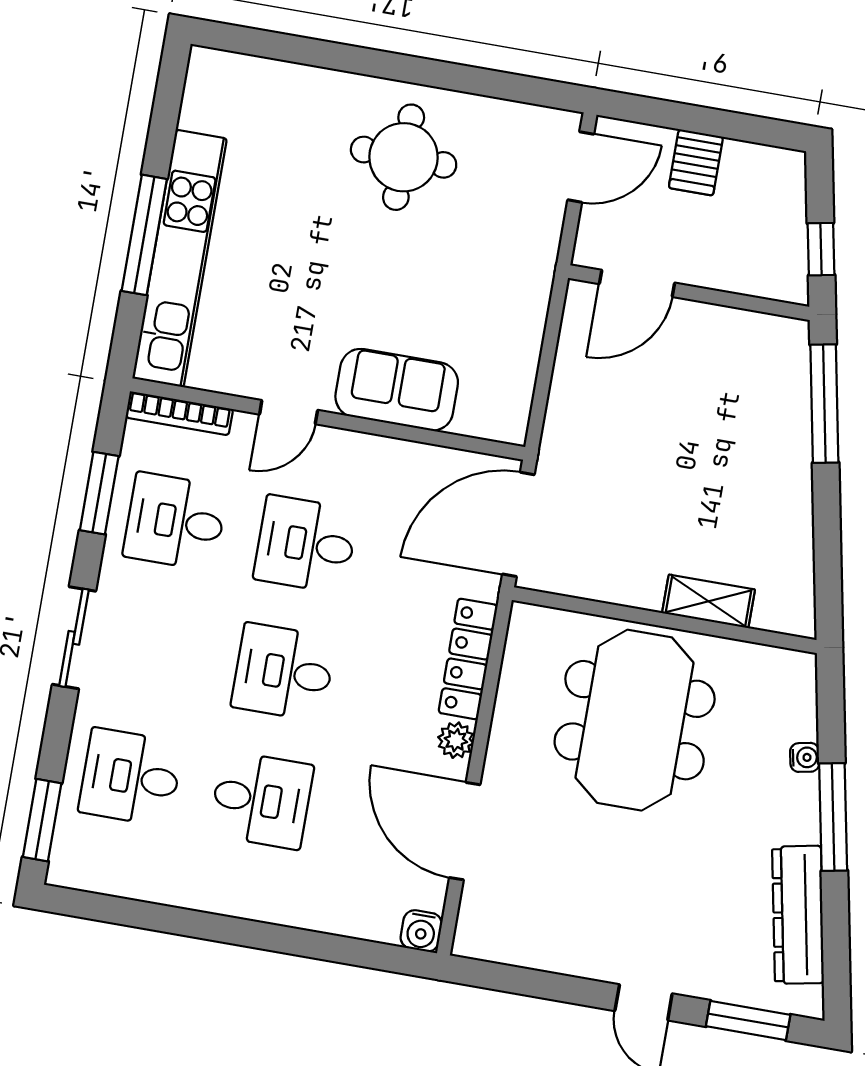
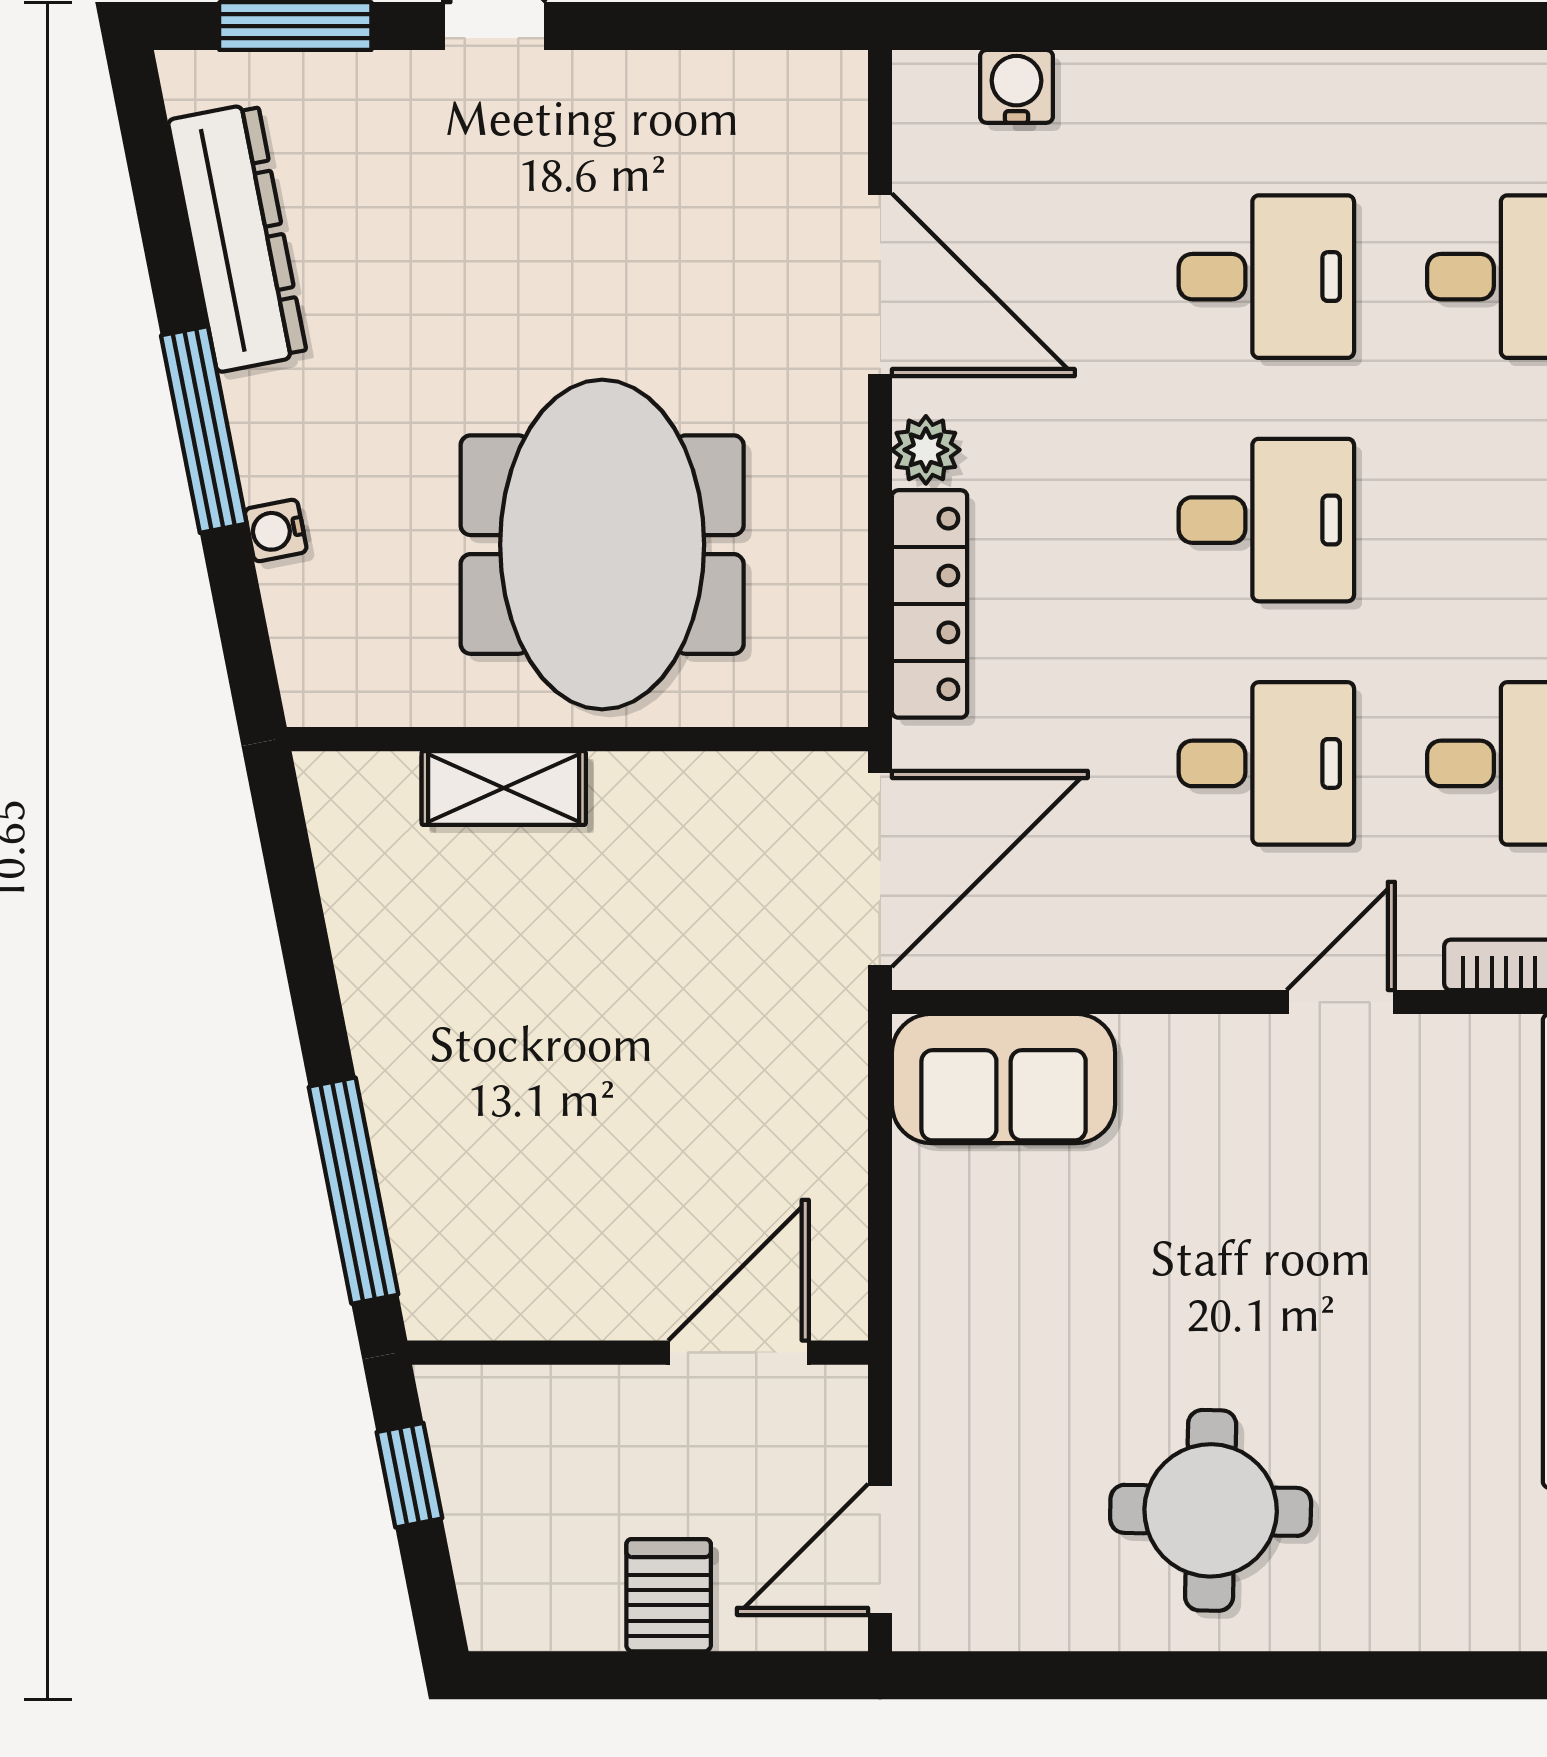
sofa: (397, 390) -> (1004, 1079), moved
desk: (261, 800) -> (1266, 277), turned 180
water cooler: (421, 931) -> (1016, 86), moved

